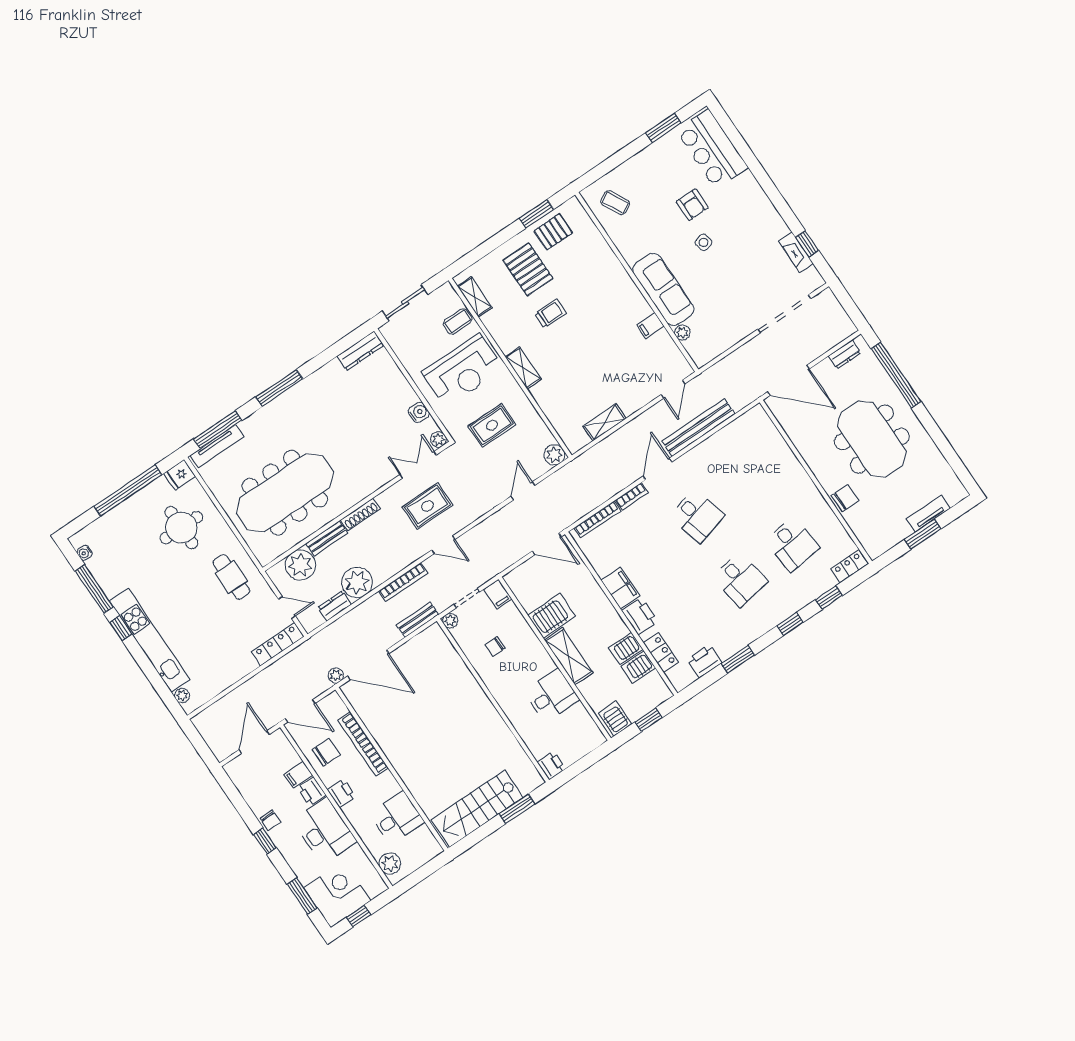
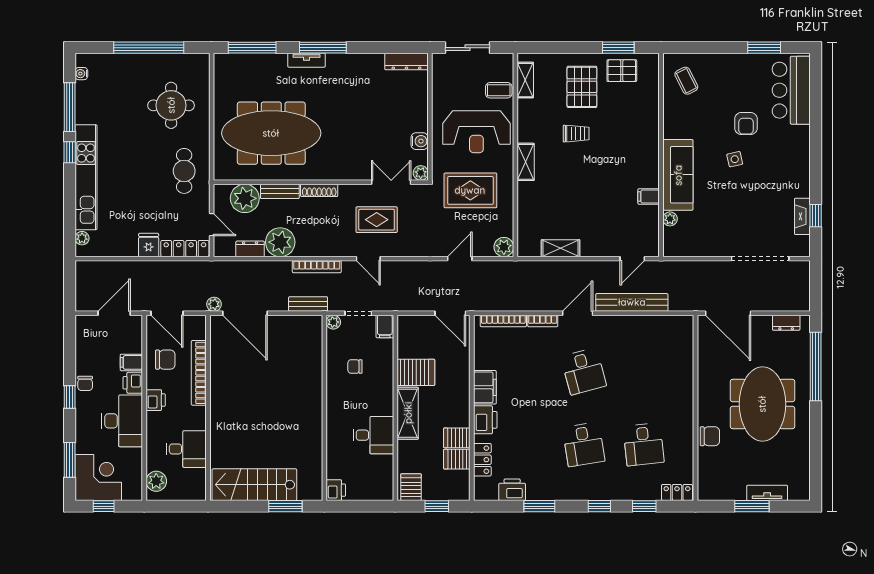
rug: (492, 425) -> (470, 190), width x1.36, depth x1.43
tv unit: (217, 446) -> (306, 60), moved, width x0.71
fridge: (180, 475) -> (149, 245), moved, turned 90

